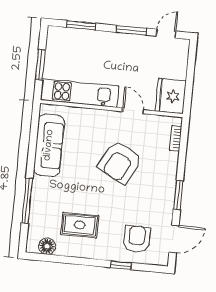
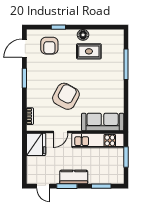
door: (166, 34) -> (43, 186), hinge flipped
kitchen counter: (120, 43) -> (74, 177), added
door: (133, 111) -> (61, 132), hinge flipped
sofa: (49, 145) -> (103, 122), moved, turned 90
floor lamp: (47, 246) -> (83, 35), moved

